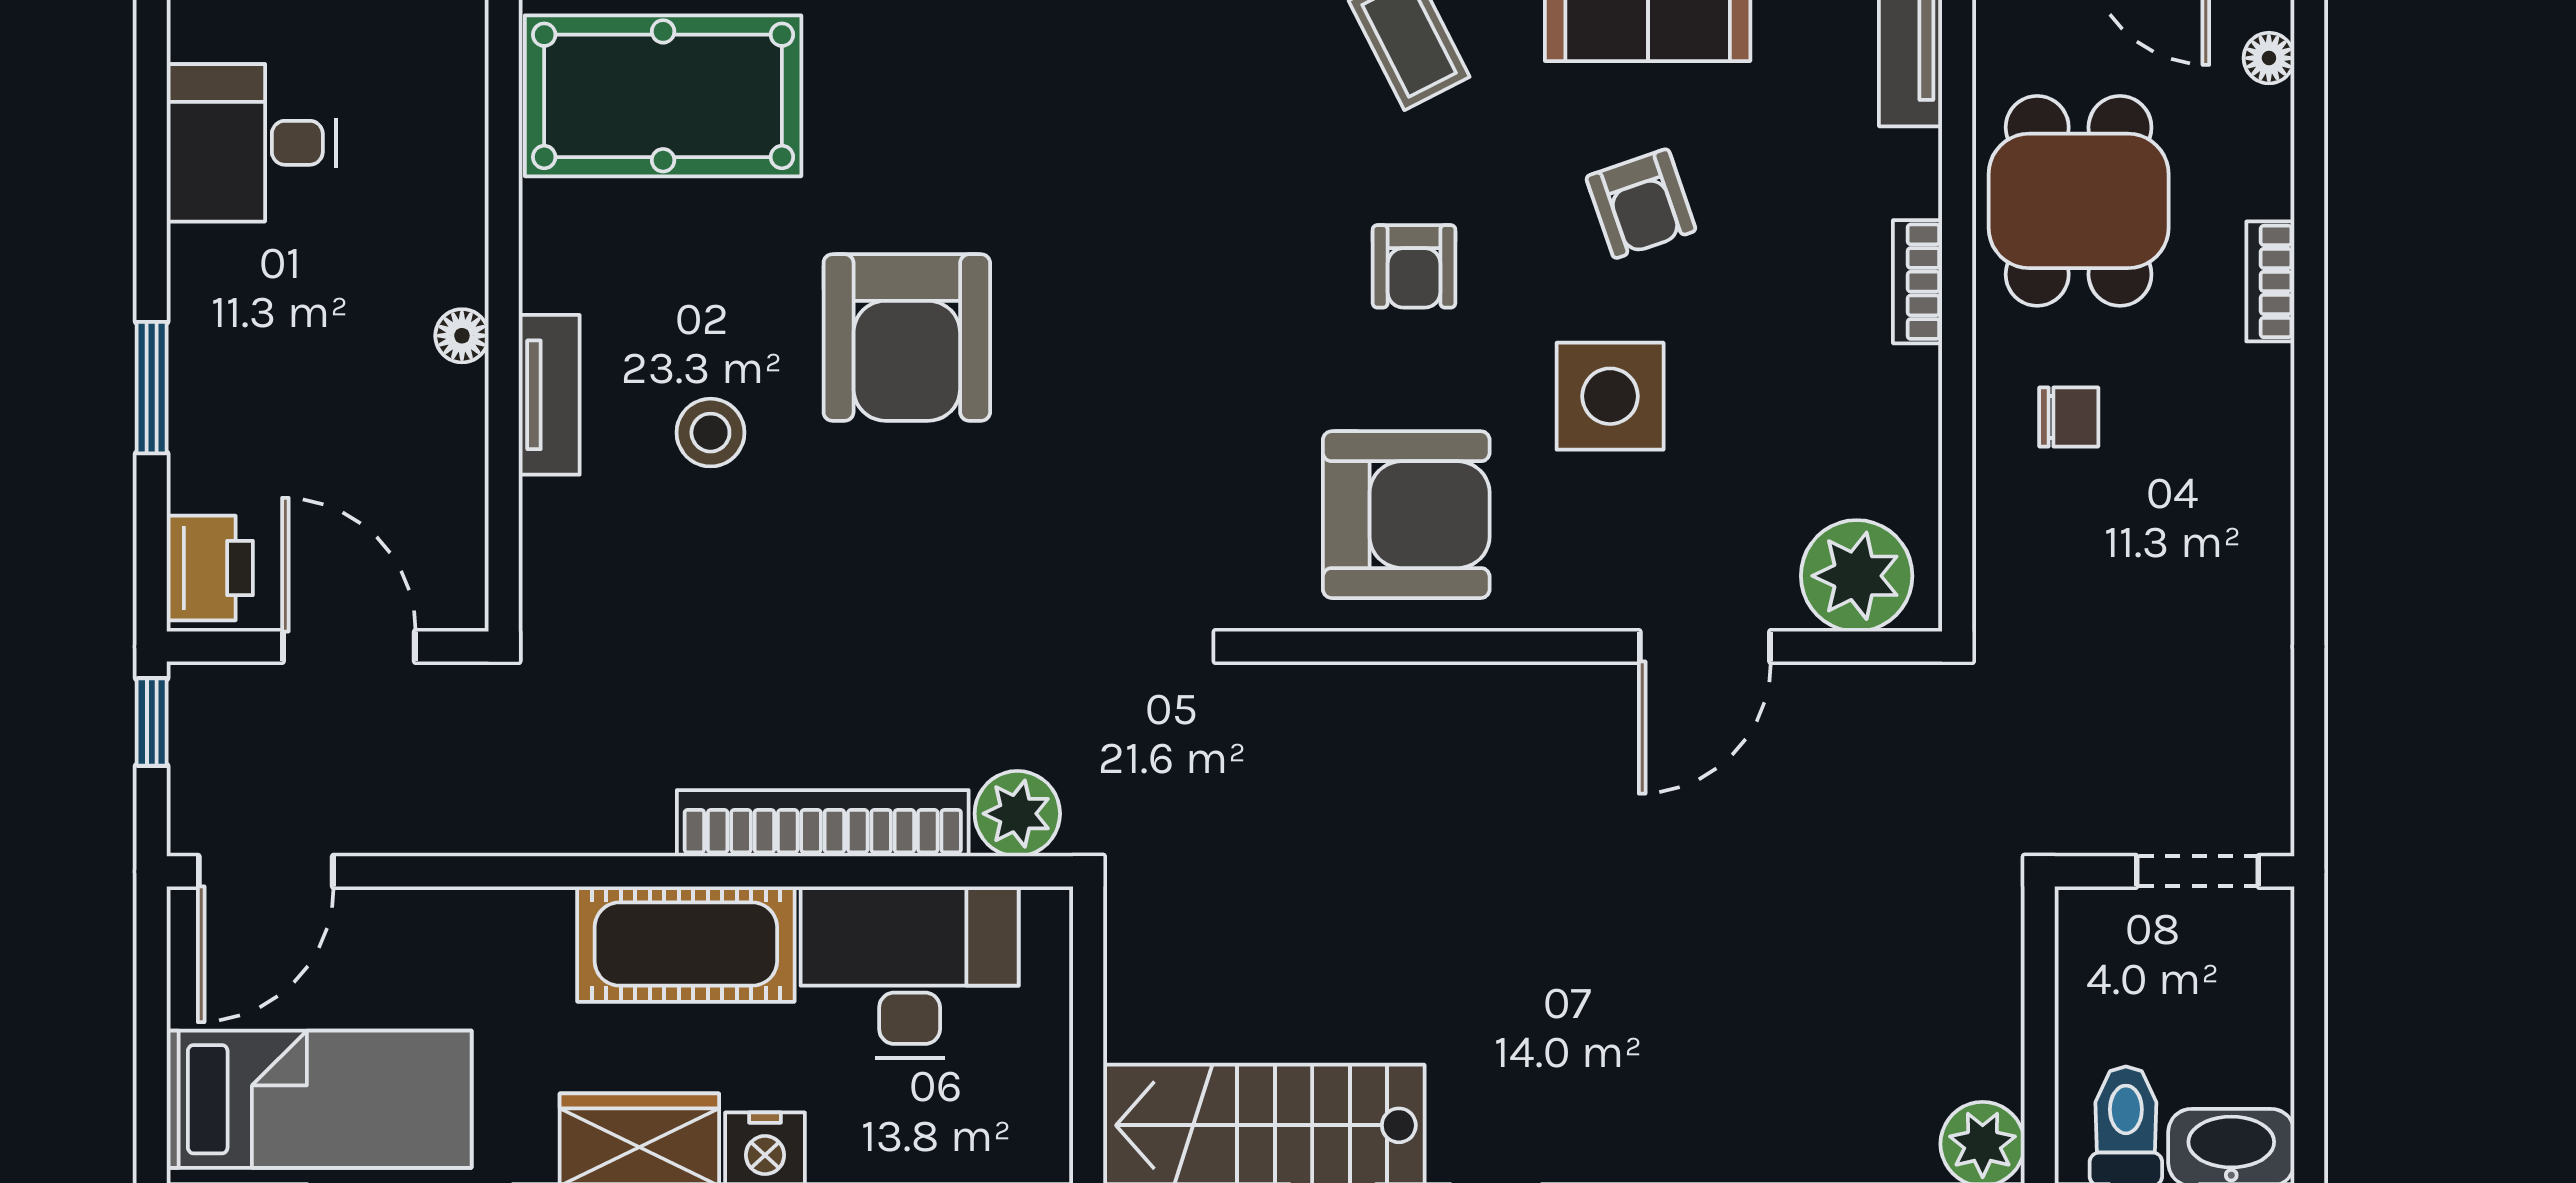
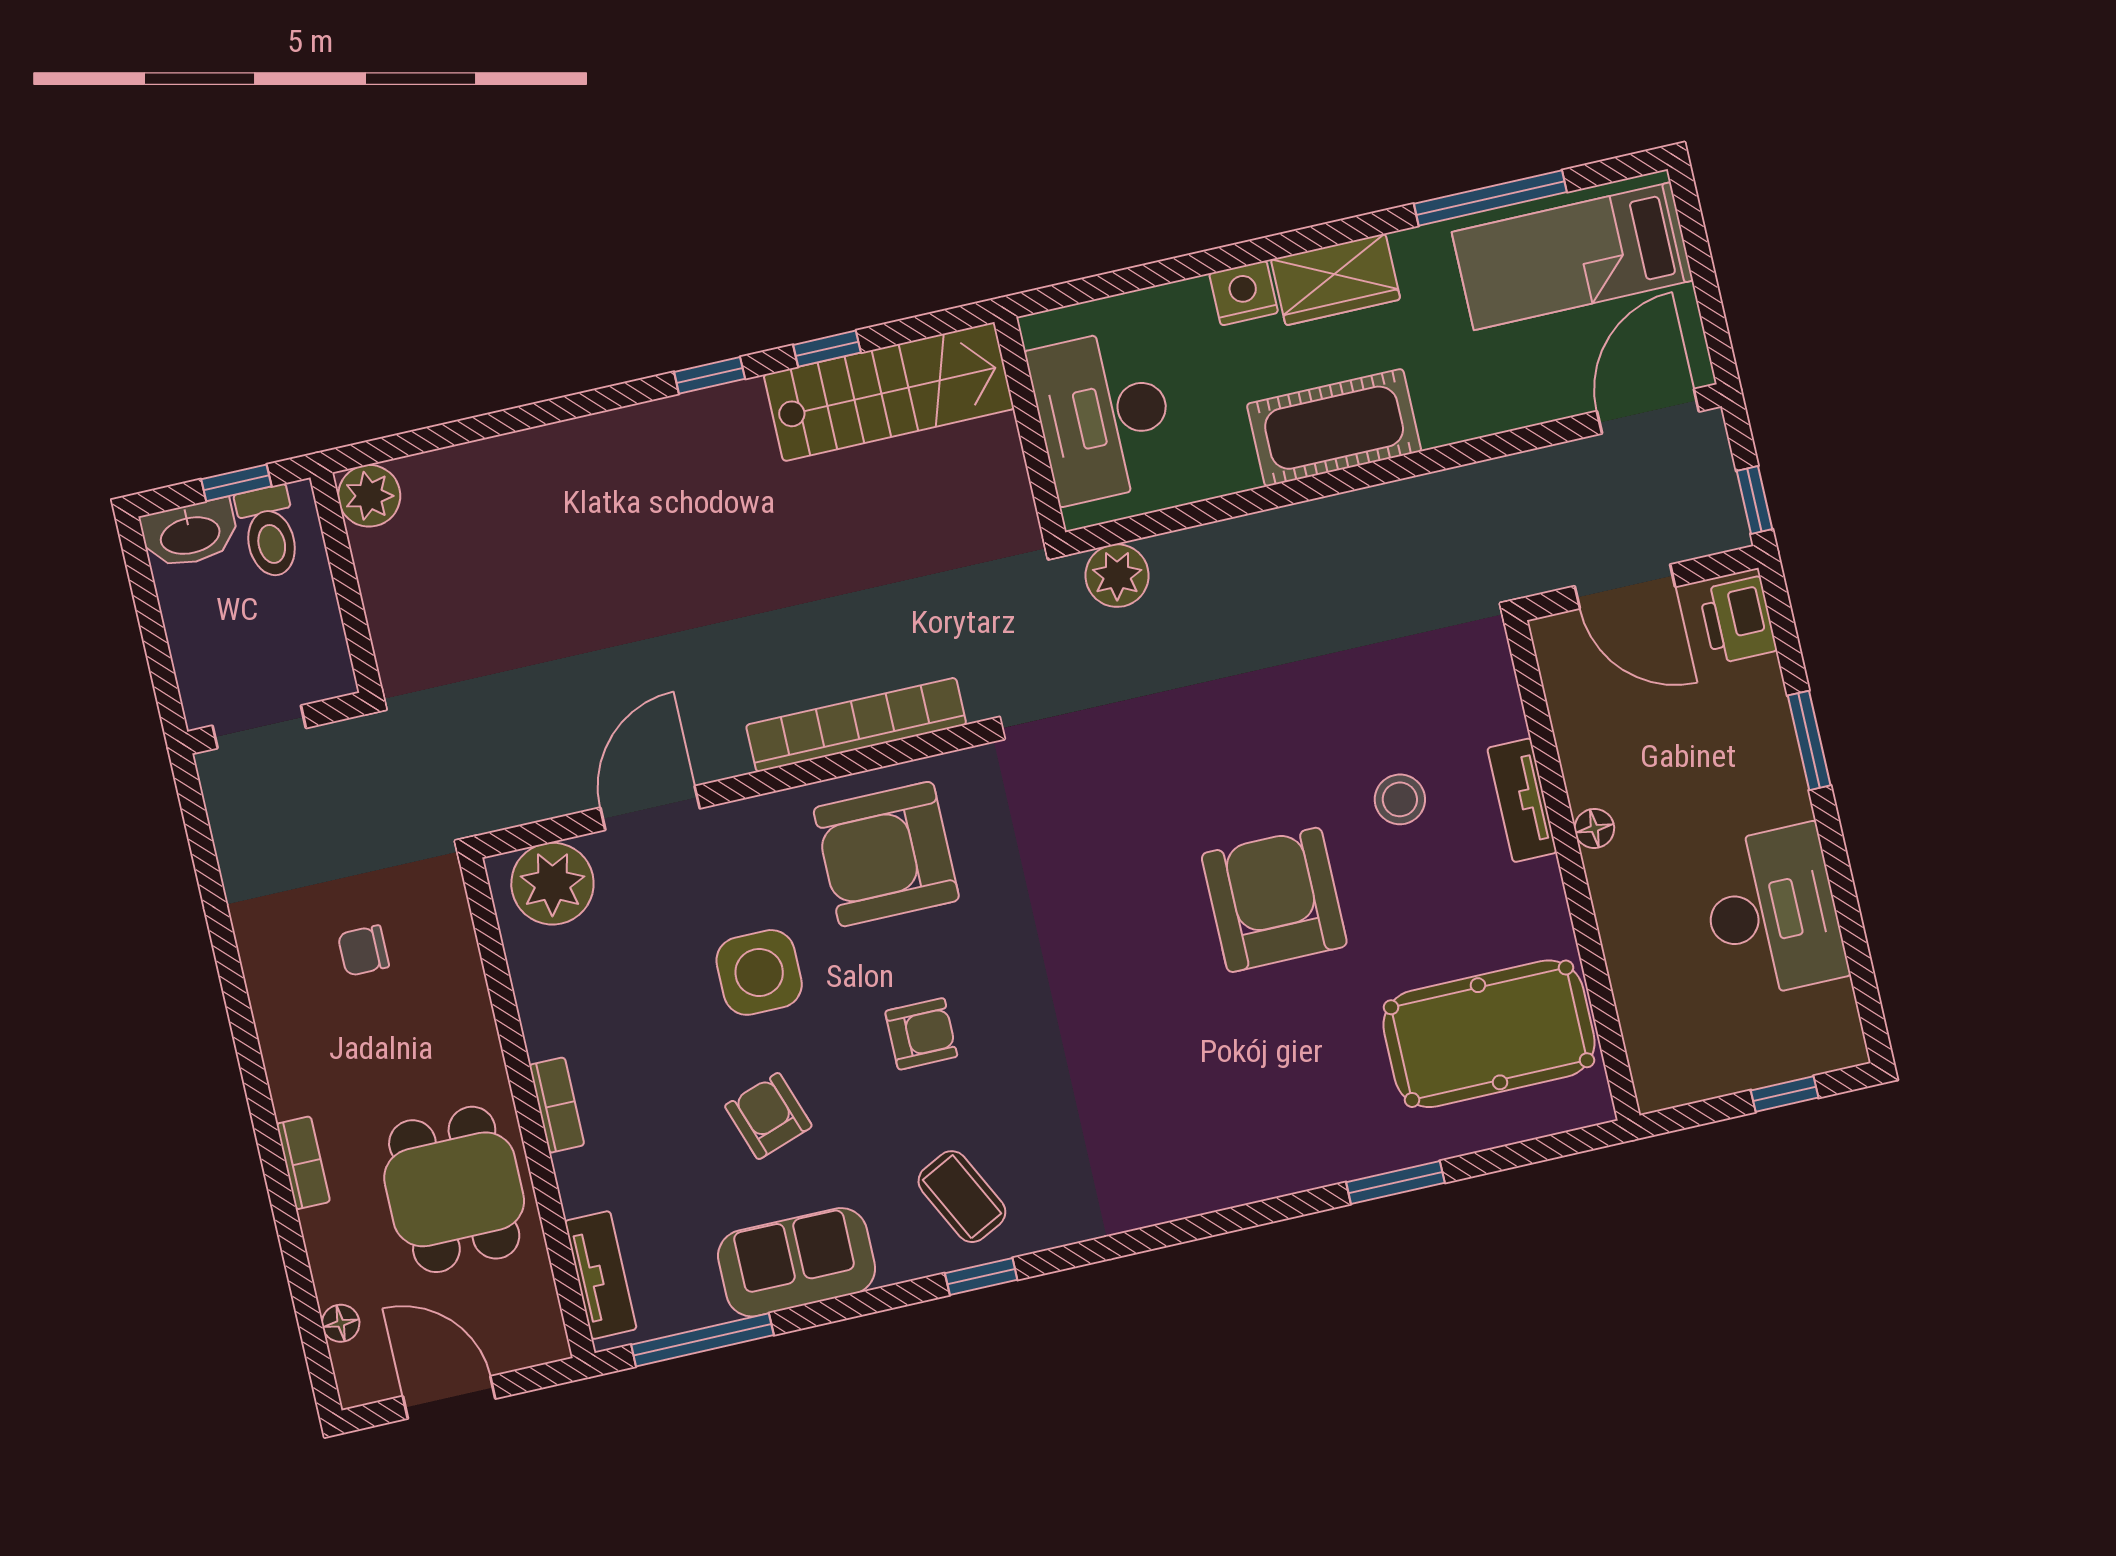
desk: (251, 143) -> (1772, 912), width x1.37
armchair: (1414, 266) -> (921, 1034), turned 90
chair: (2069, 417) -> (363, 951), moved
bookcase: (823, 823) -> (856, 725), moved, turned 180
desk: (910, 972) -> (1103, 416), moved, turned 90

